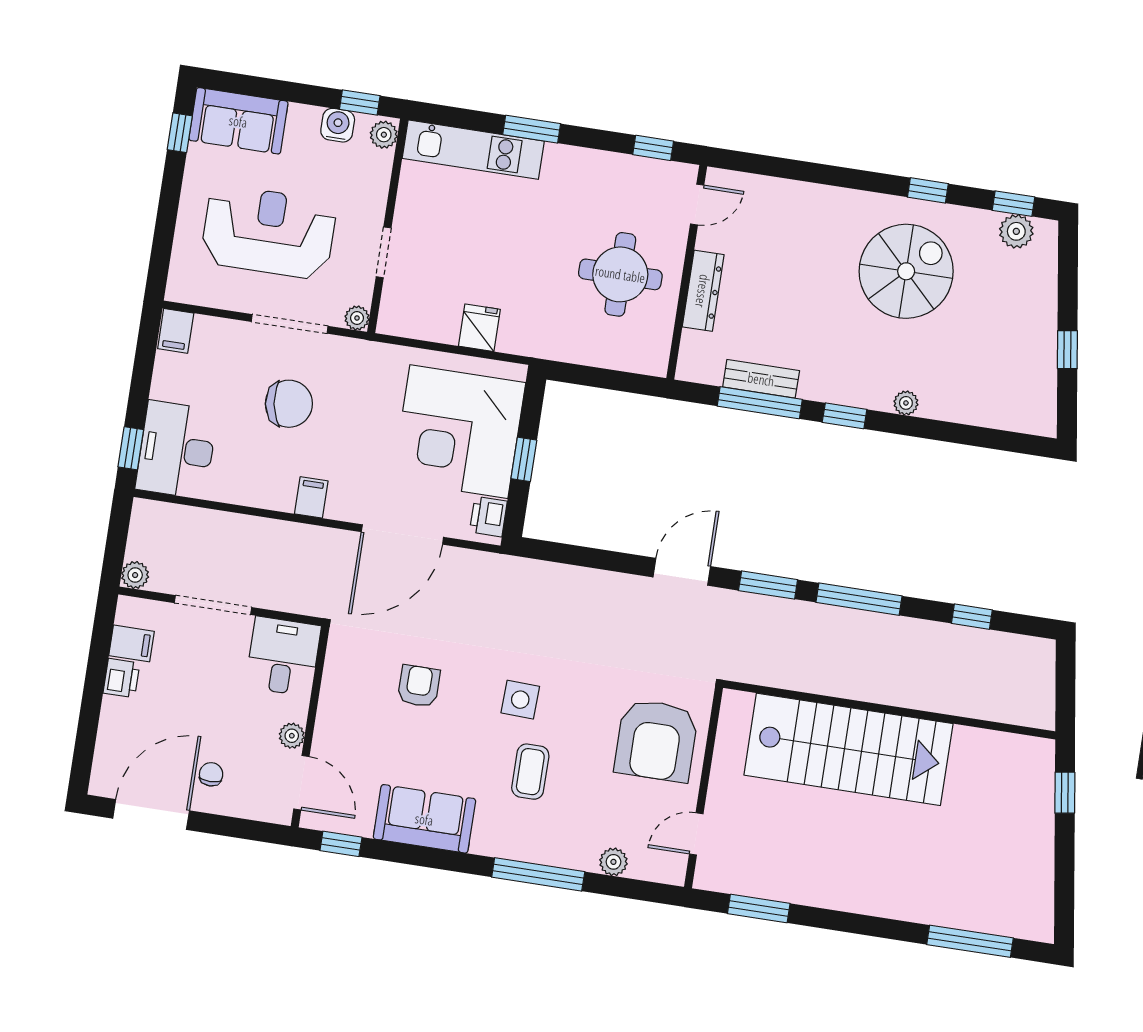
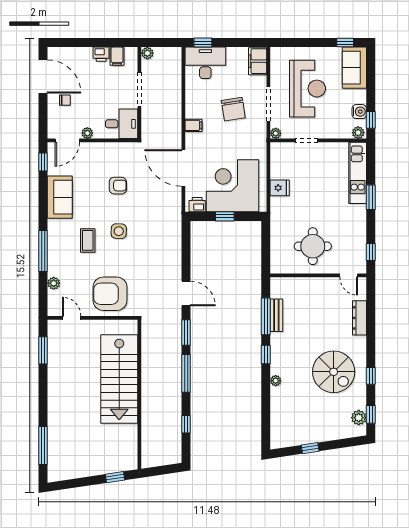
dresser: (703, 291) -> (360, 318), moved, turned 90
filing cabinet: (176, 331) -> (258, 61), width x2.00
coffee table: (530, 772) -> (88, 240), turned 90

